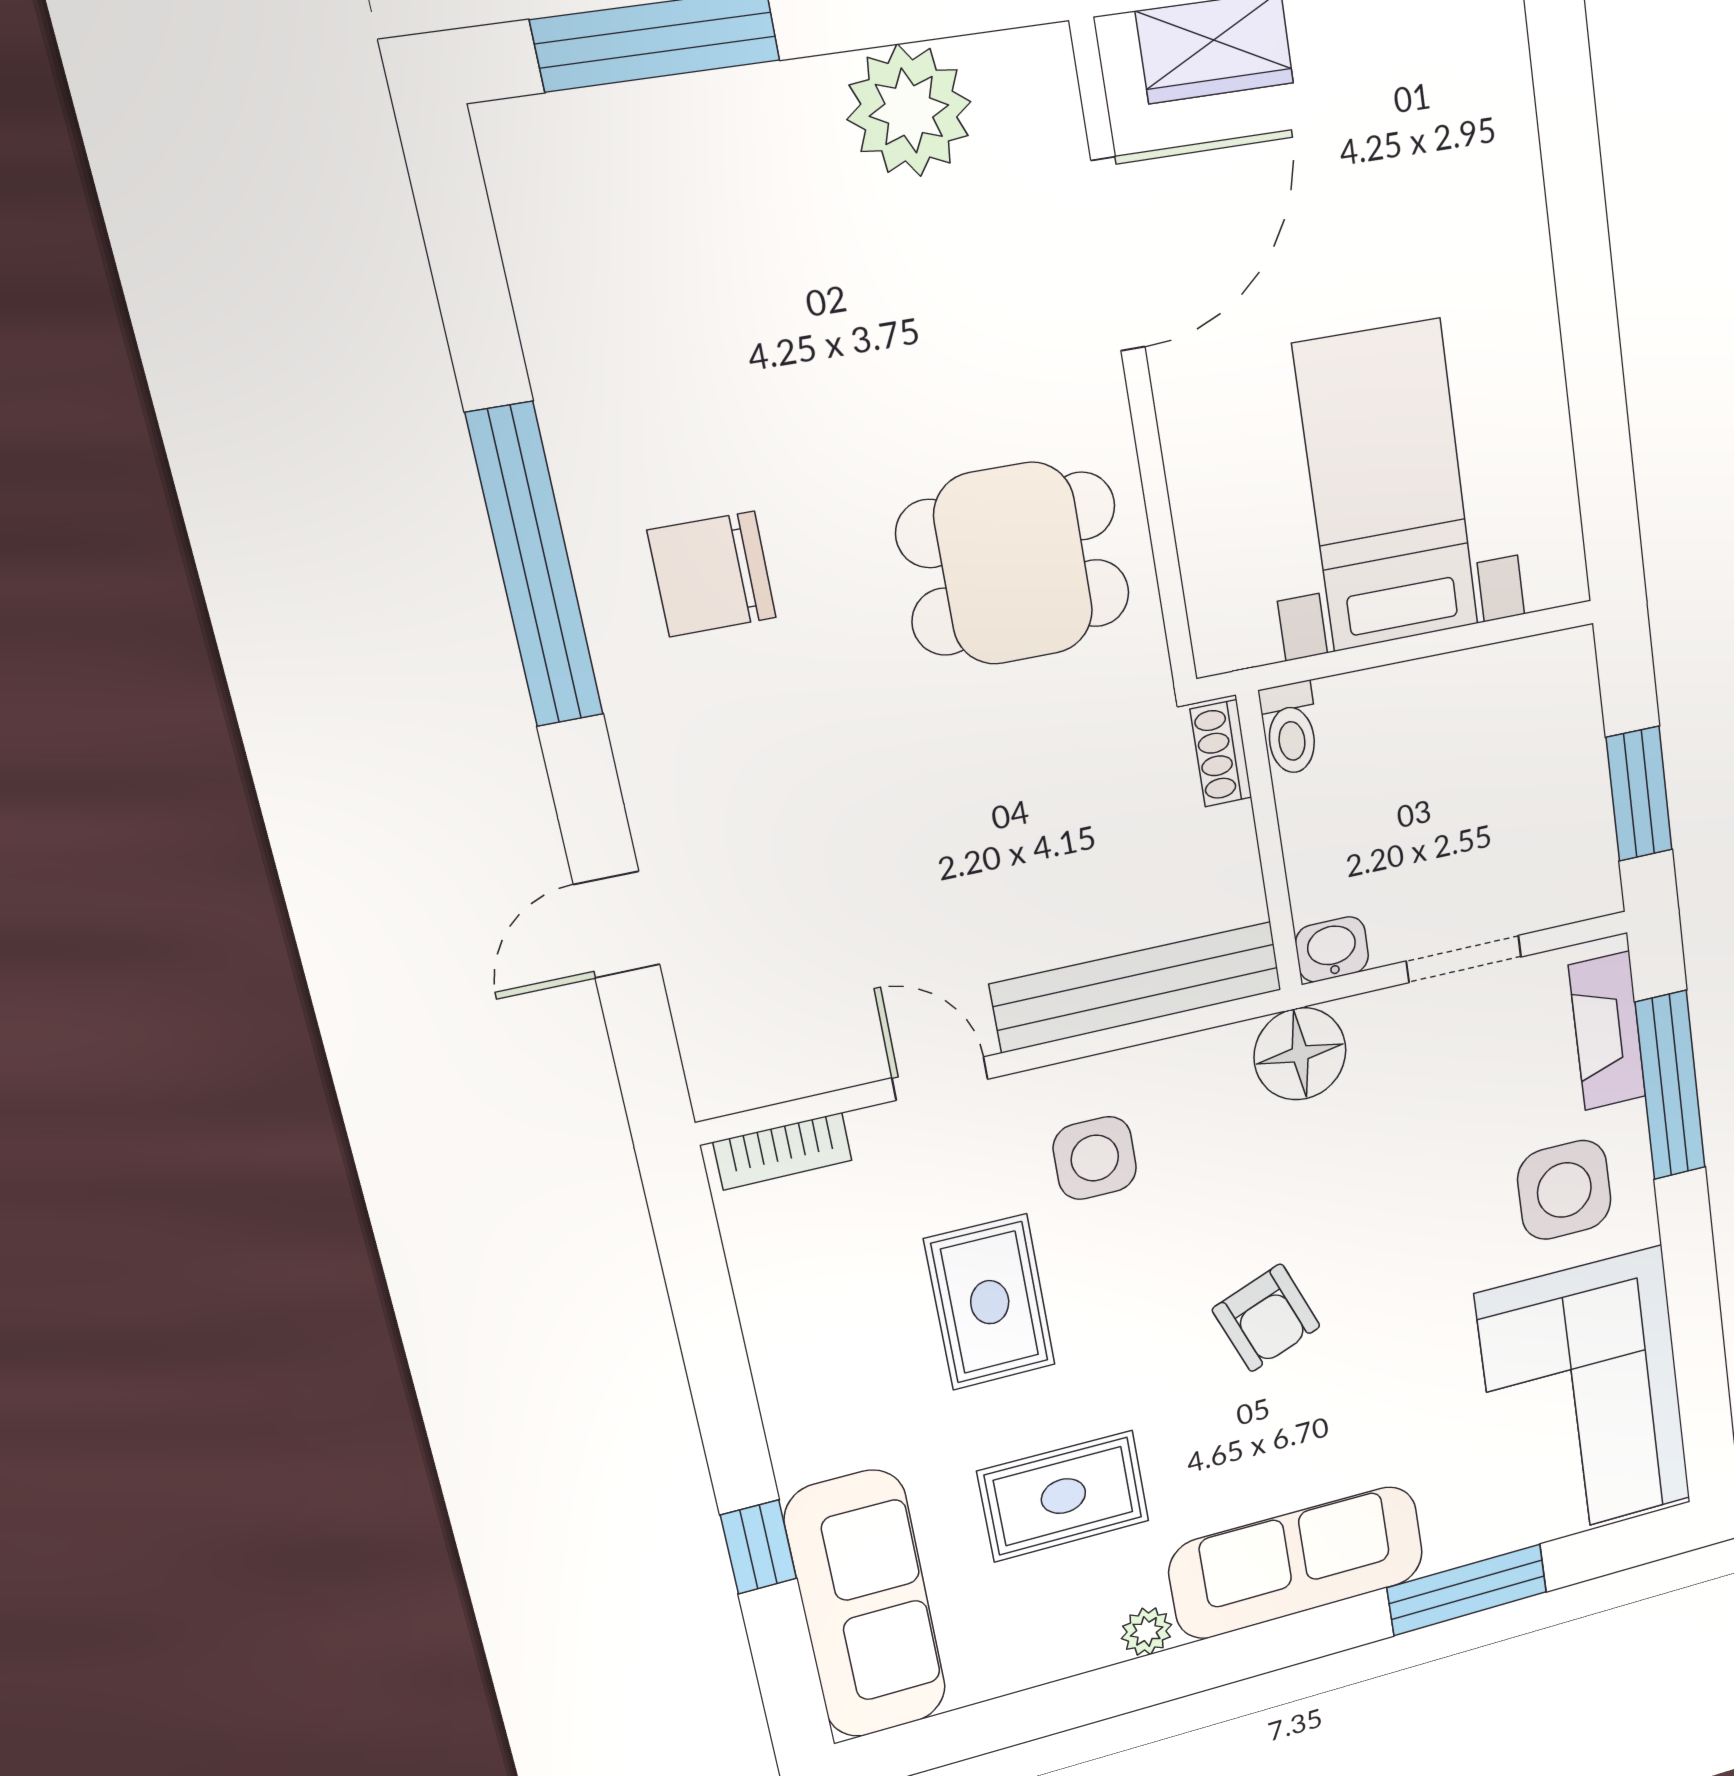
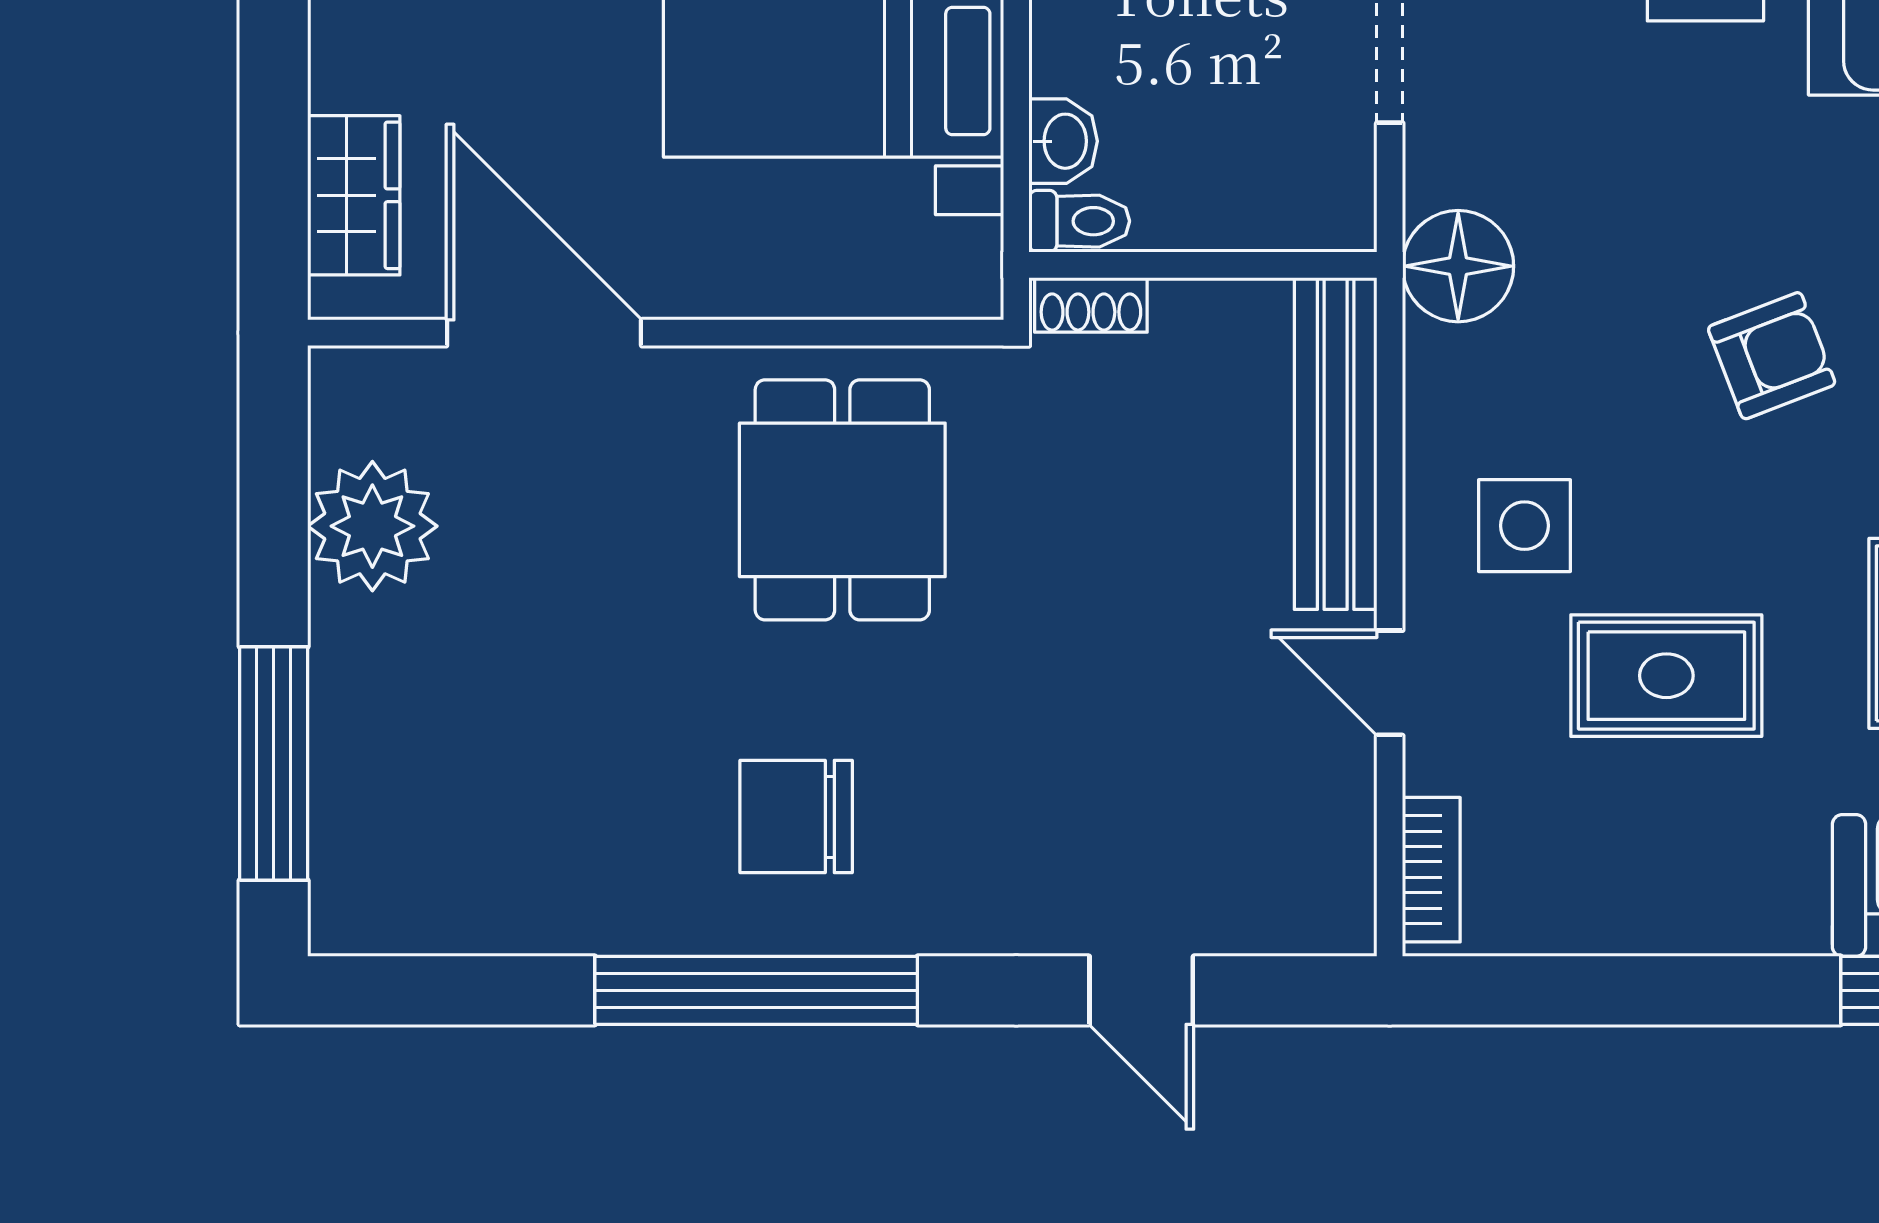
chair: (712, 574) -> (796, 817), turned 90
washbasin: (1332, 949) -> (1063, 141), moved, turned 180
door: (940, 1079) -> (1390, 683), hinge flipped

